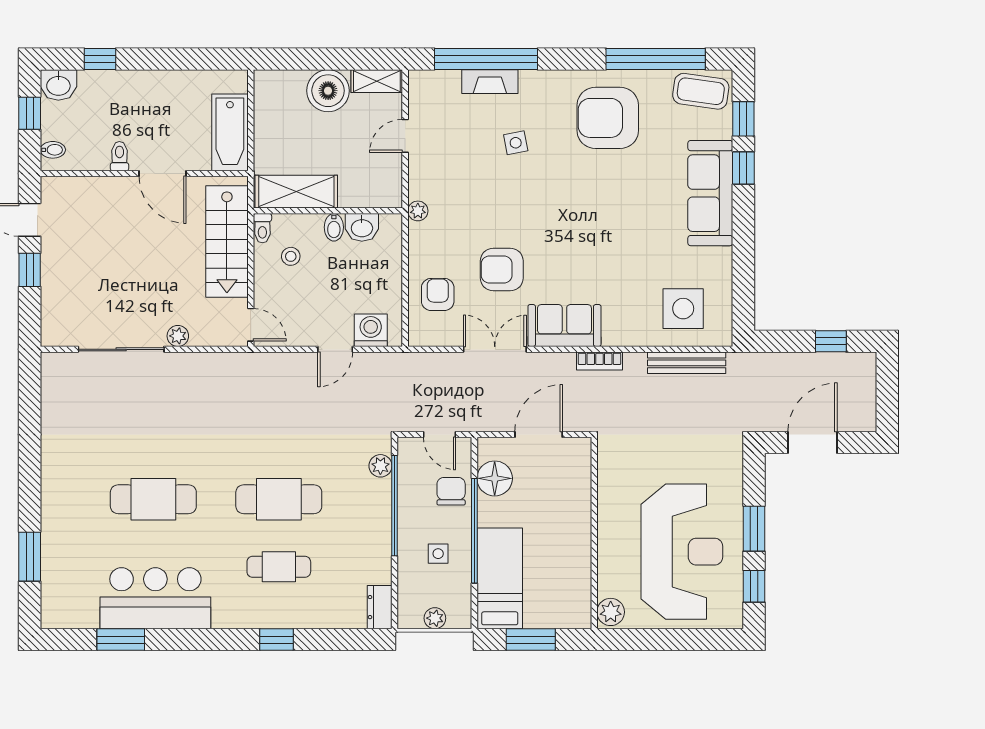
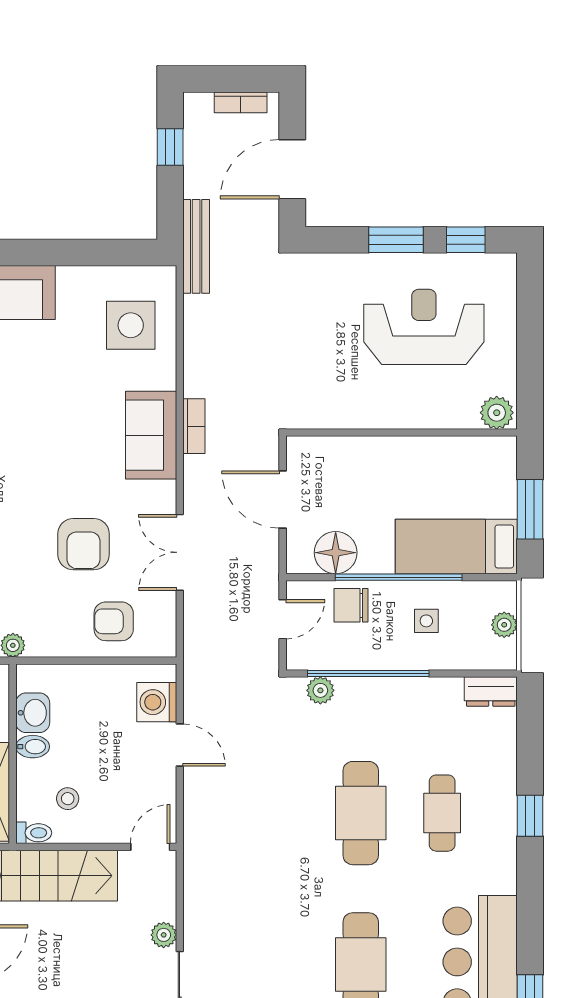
sofa: (564, 326) -> (151, 435), moved
bench: (687, 363) -> (196, 246), moved
bookcase: (868, 400) -> (241, 102), added
door: (812, 442) -> (292, 169), hinge flipped
reception desk: (682, 552) -> (424, 327), width x0.74, depth x0.77

